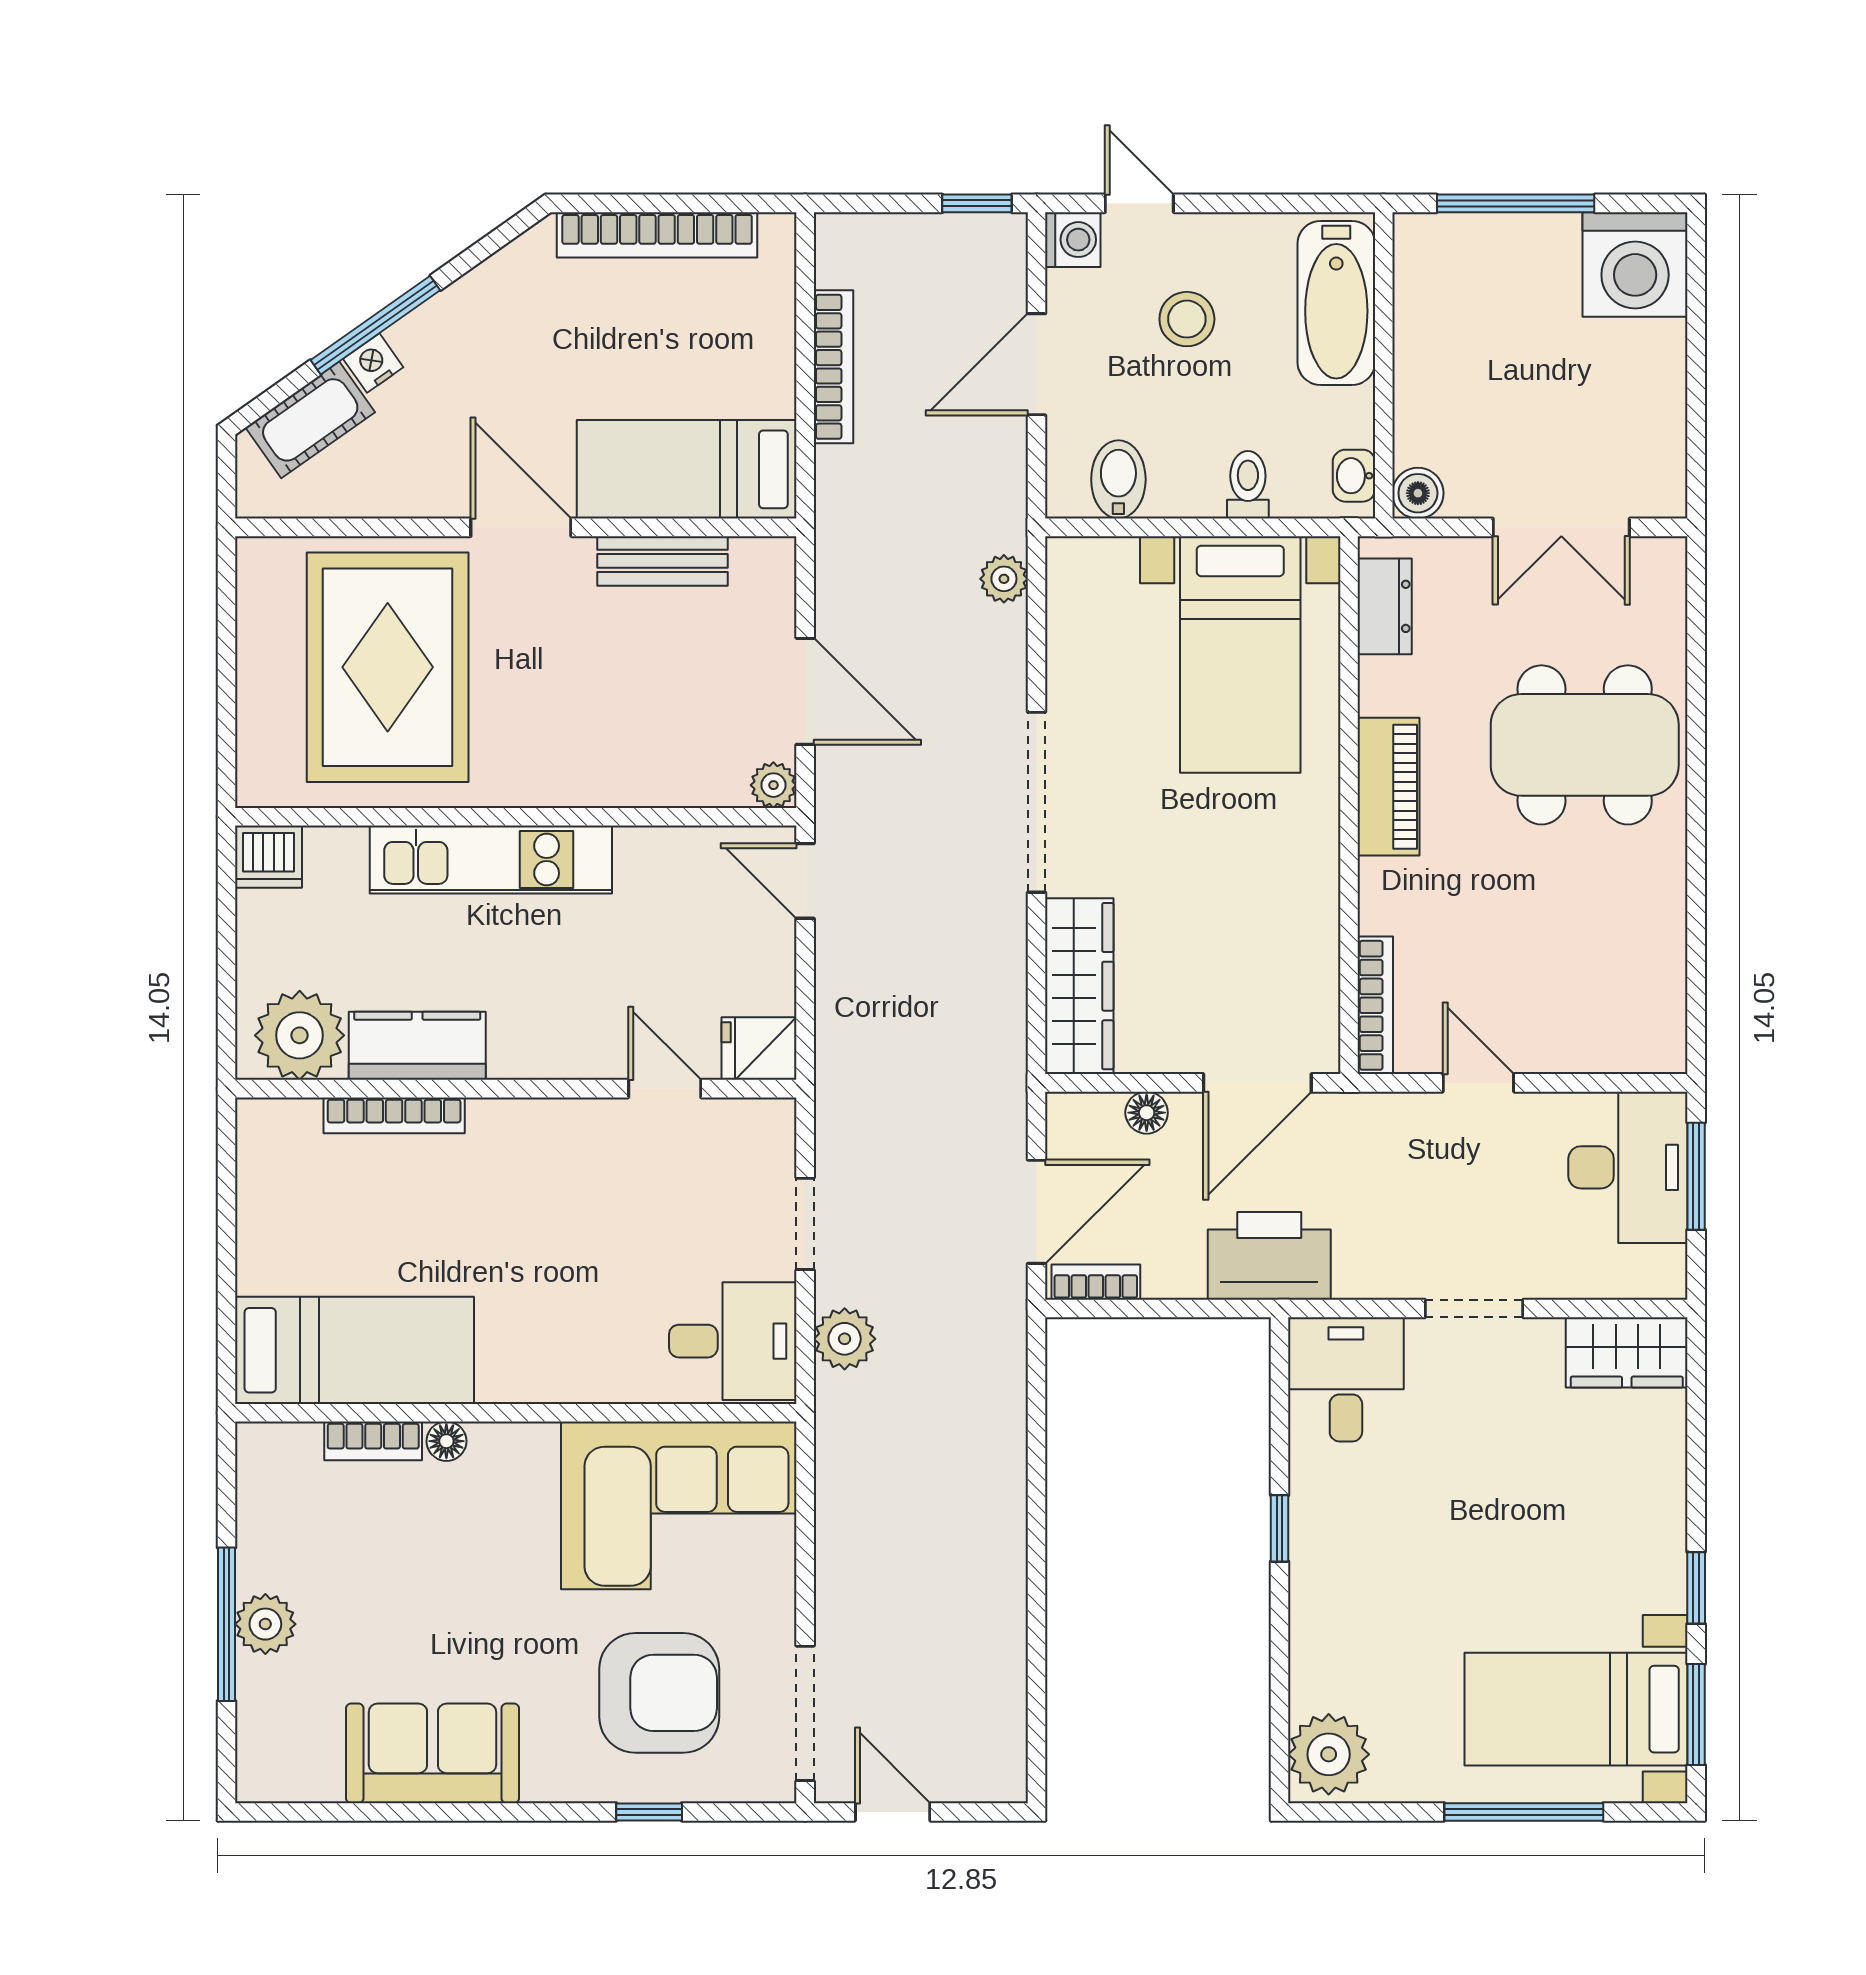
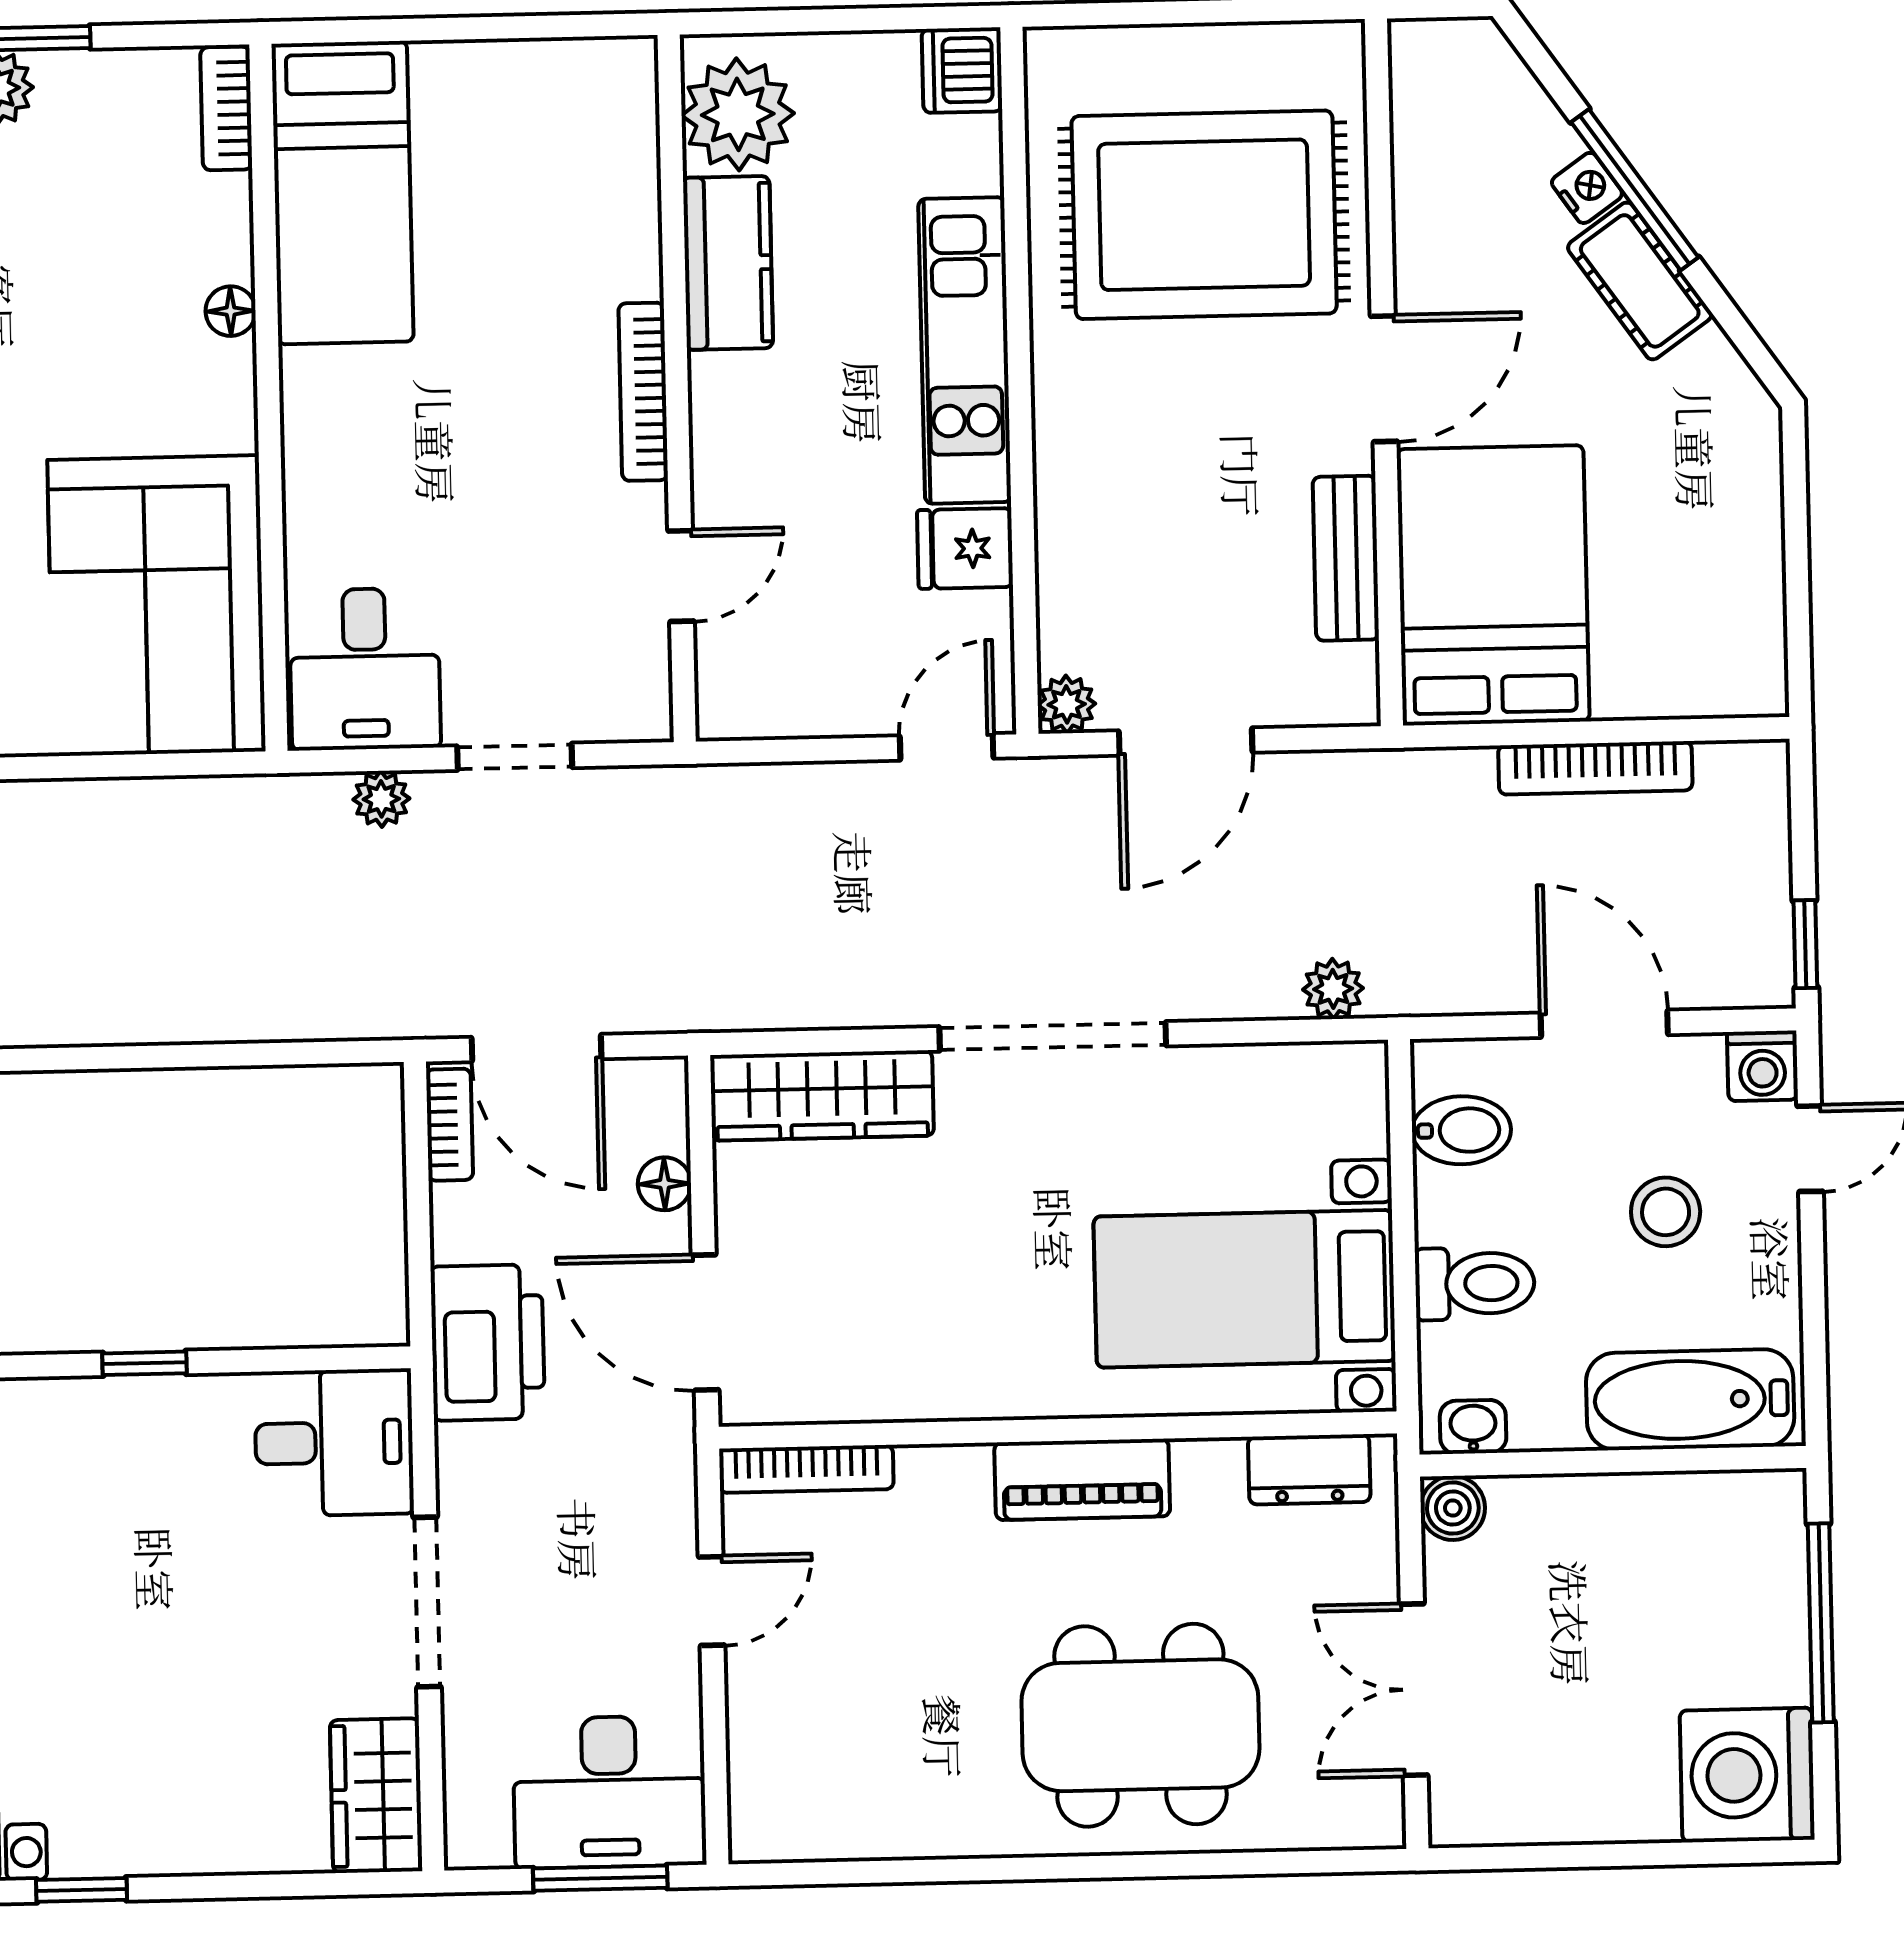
bookcase: (657, 235) -> (1757, 542), removed
cot: (310, 420) -> (1640, 281), moved
bed: (687, 469) -> (1493, 585), width x1.50
toilet: (1248, 485) -> (1475, 1283), width x1.37, depth x1.39
dining table: (1585, 745) -> (1140, 1725), turned 90
fridge: (759, 1049) -> (965, 548), moved, turned -90
bookcase: (394, 1115) -> (643, 392), moved
doorway: (1474, 1309) -> (427, 1602), width x1.38
plant: (845, 1339) -> (381, 799), width x0.73, depth x0.73
bookcase: (373, 1441) -> (226, 108), moved

